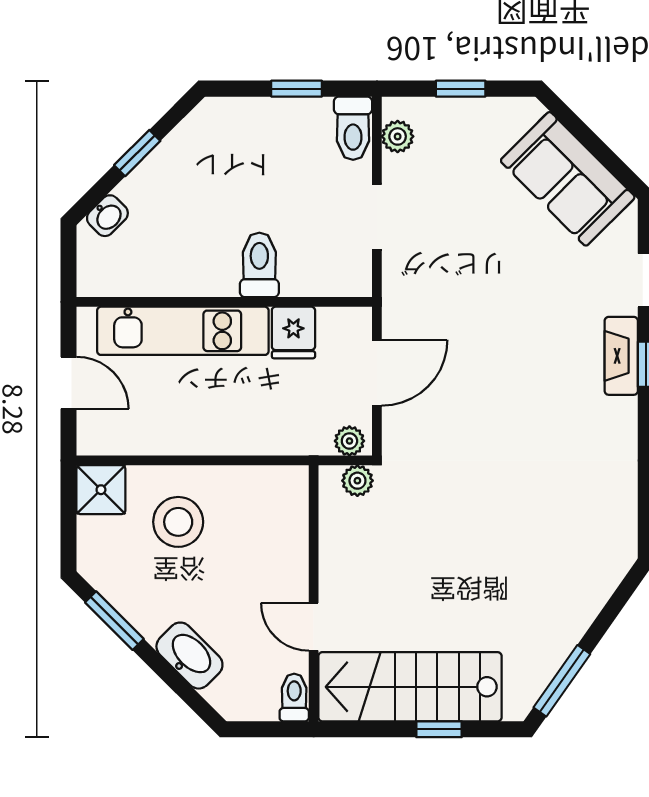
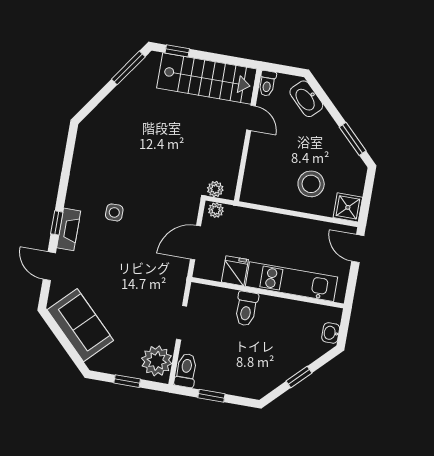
plant: (398, 136) -> (157, 361), width x1.88, depth x1.88
washbasin: (107, 216) -> (331, 333), moved, turned -45
door: (69, 383) -> (358, 248), moved
side table: (541, 403) -> (114, 212), added
washbasin: (189, 656) -> (306, 99), moved
window: (439, 729) -> (177, 51), moved

